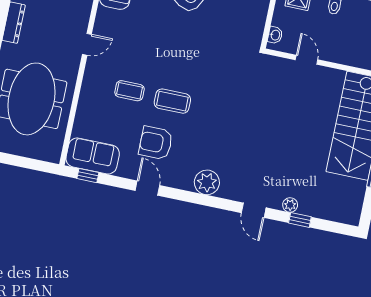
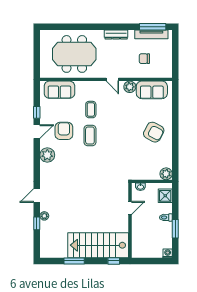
plant: (105, 18) -> (130, 87), added
sofa: (93, 156) -> (59, 90), moved, turned 90
window: (88, 176) -> (37, 112), moved
plant: (207, 182) -> (47, 155), moved

